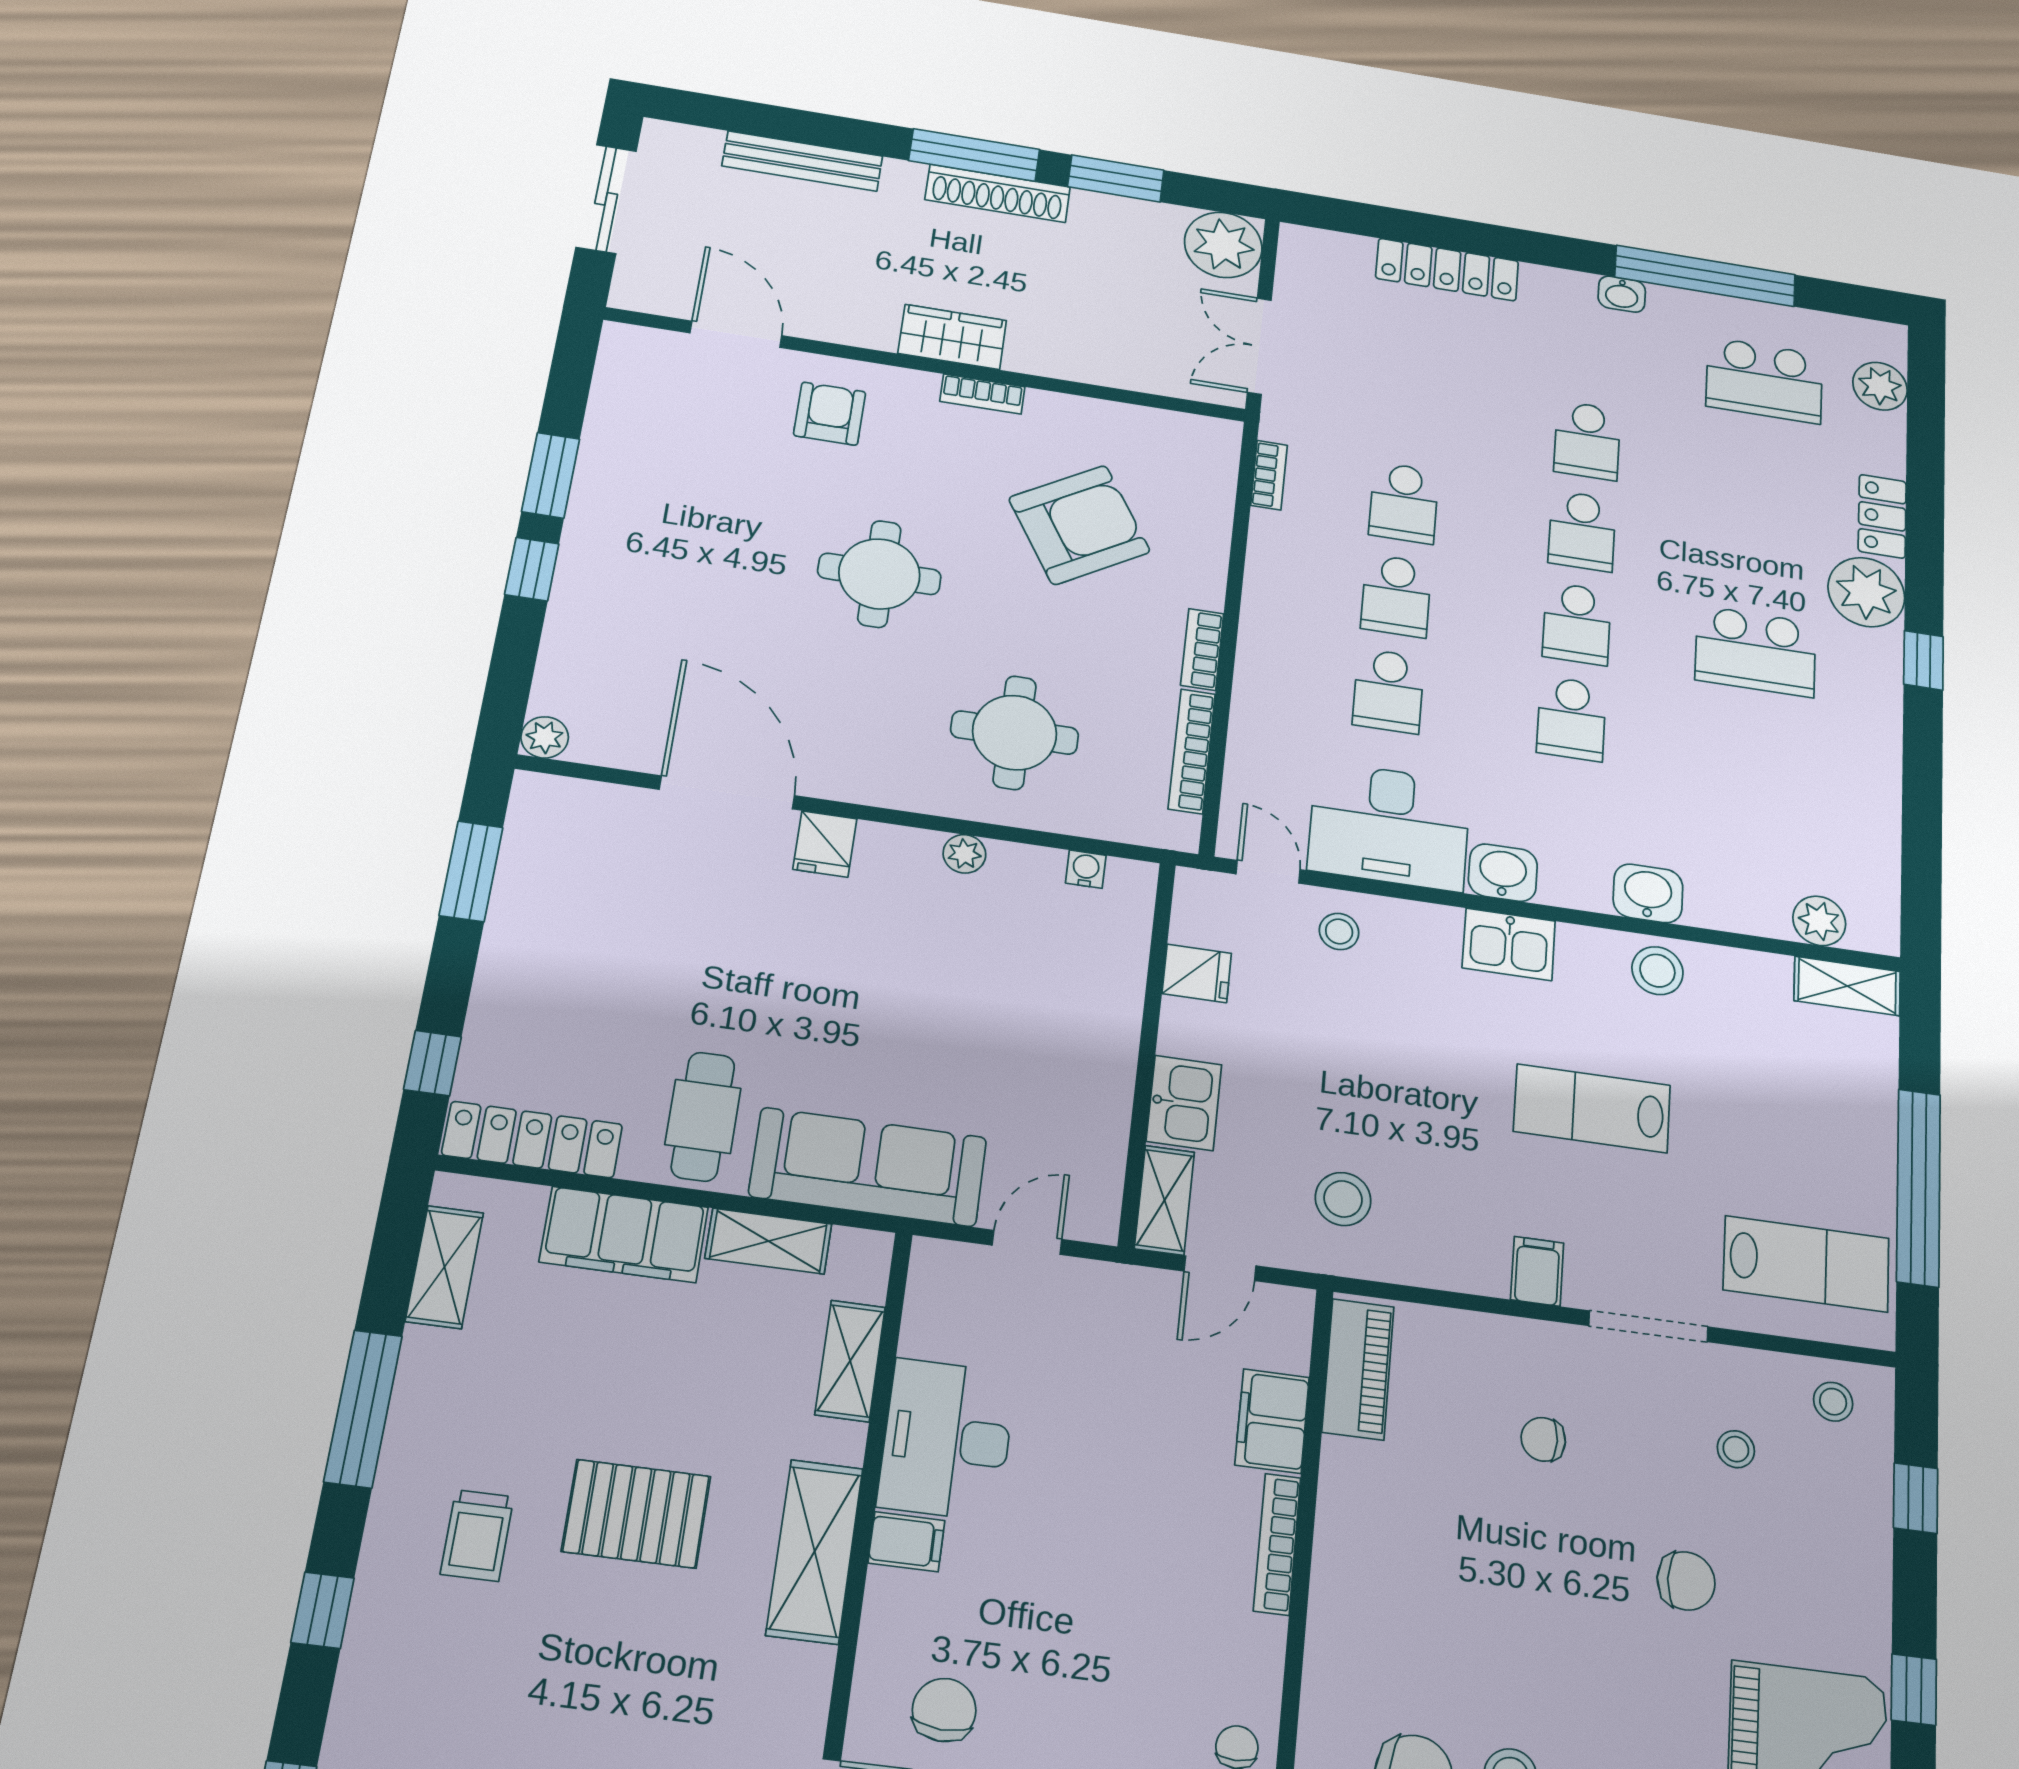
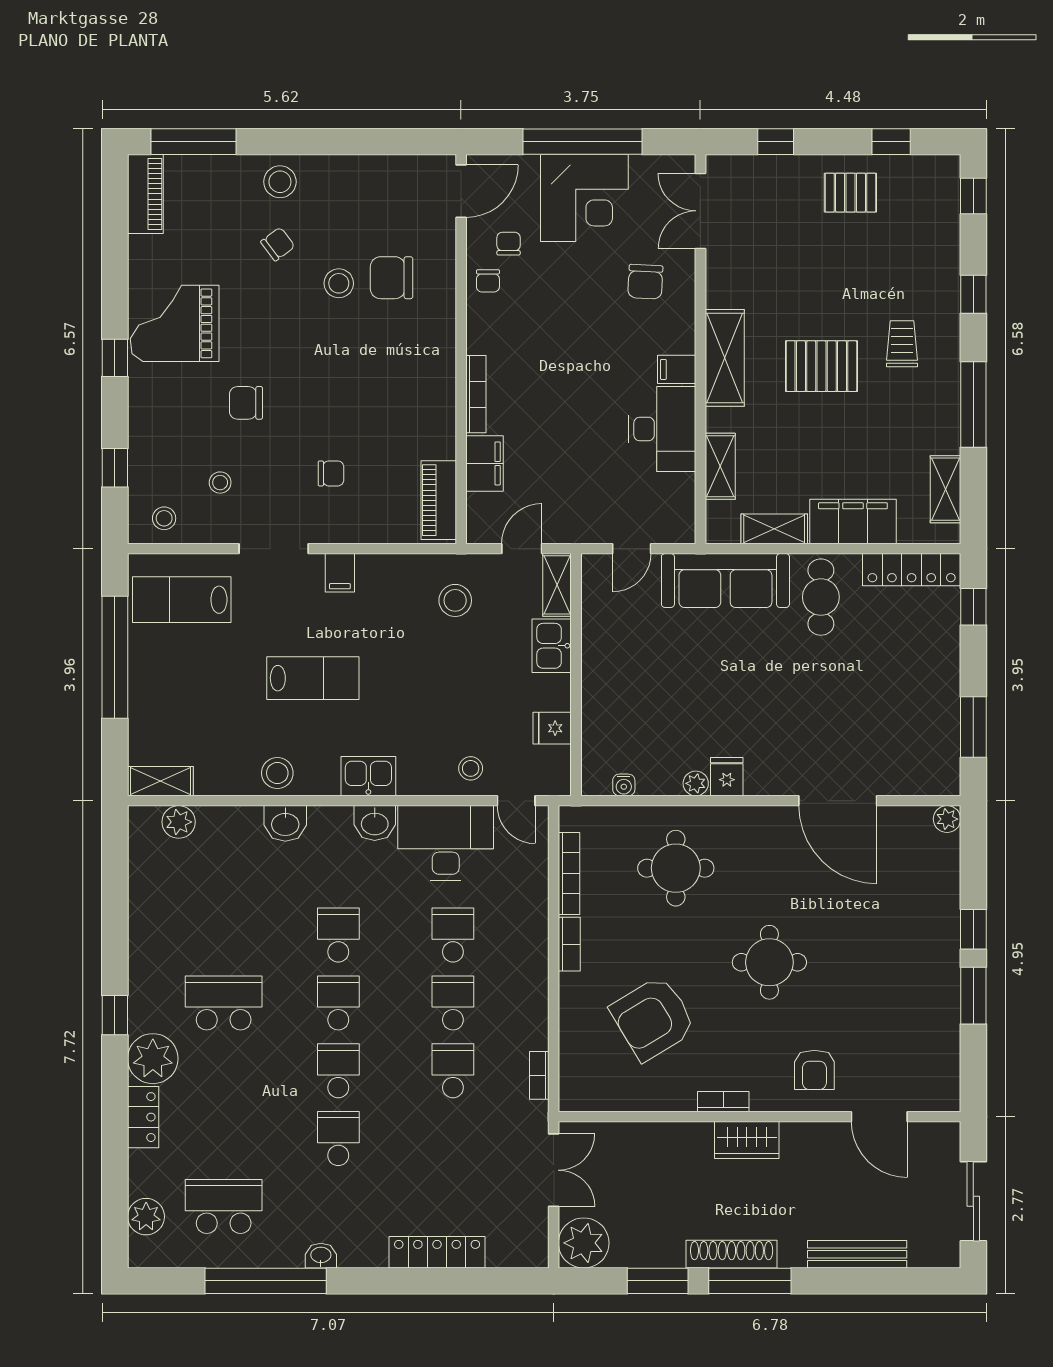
fridge: (825, 844) -> (727, 777), moved

